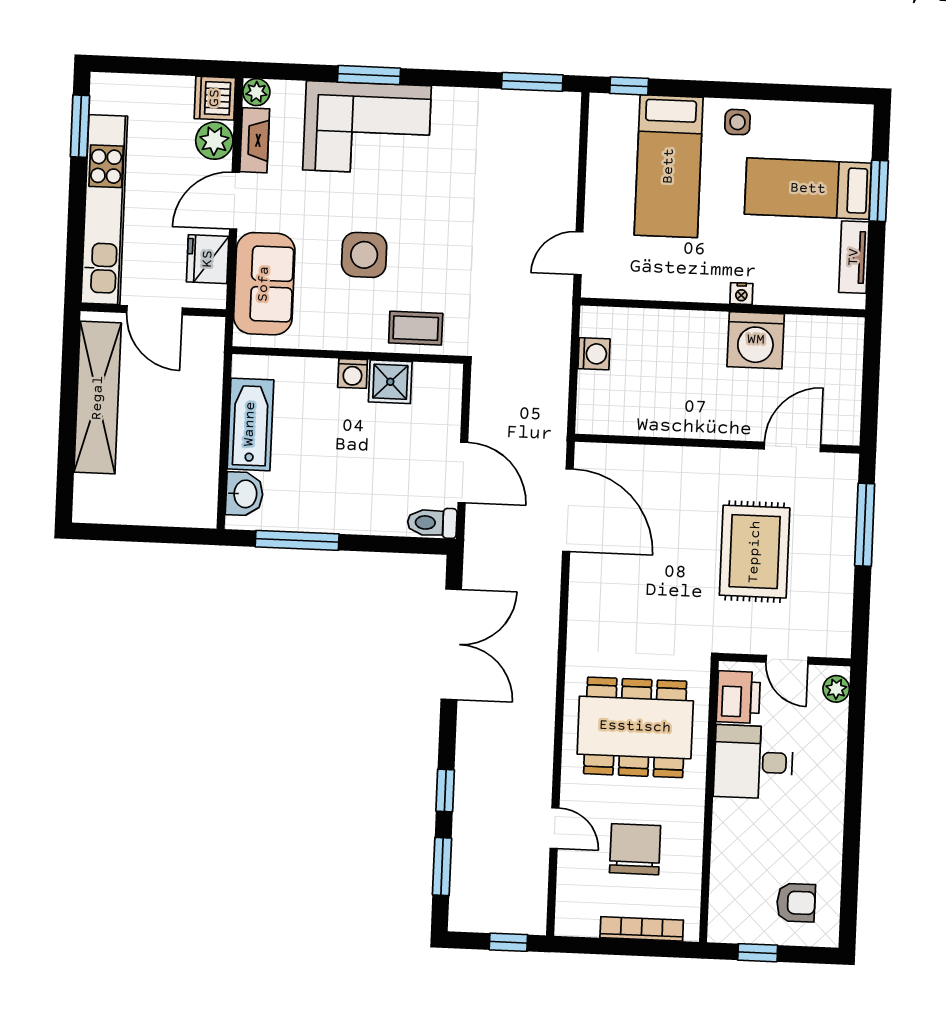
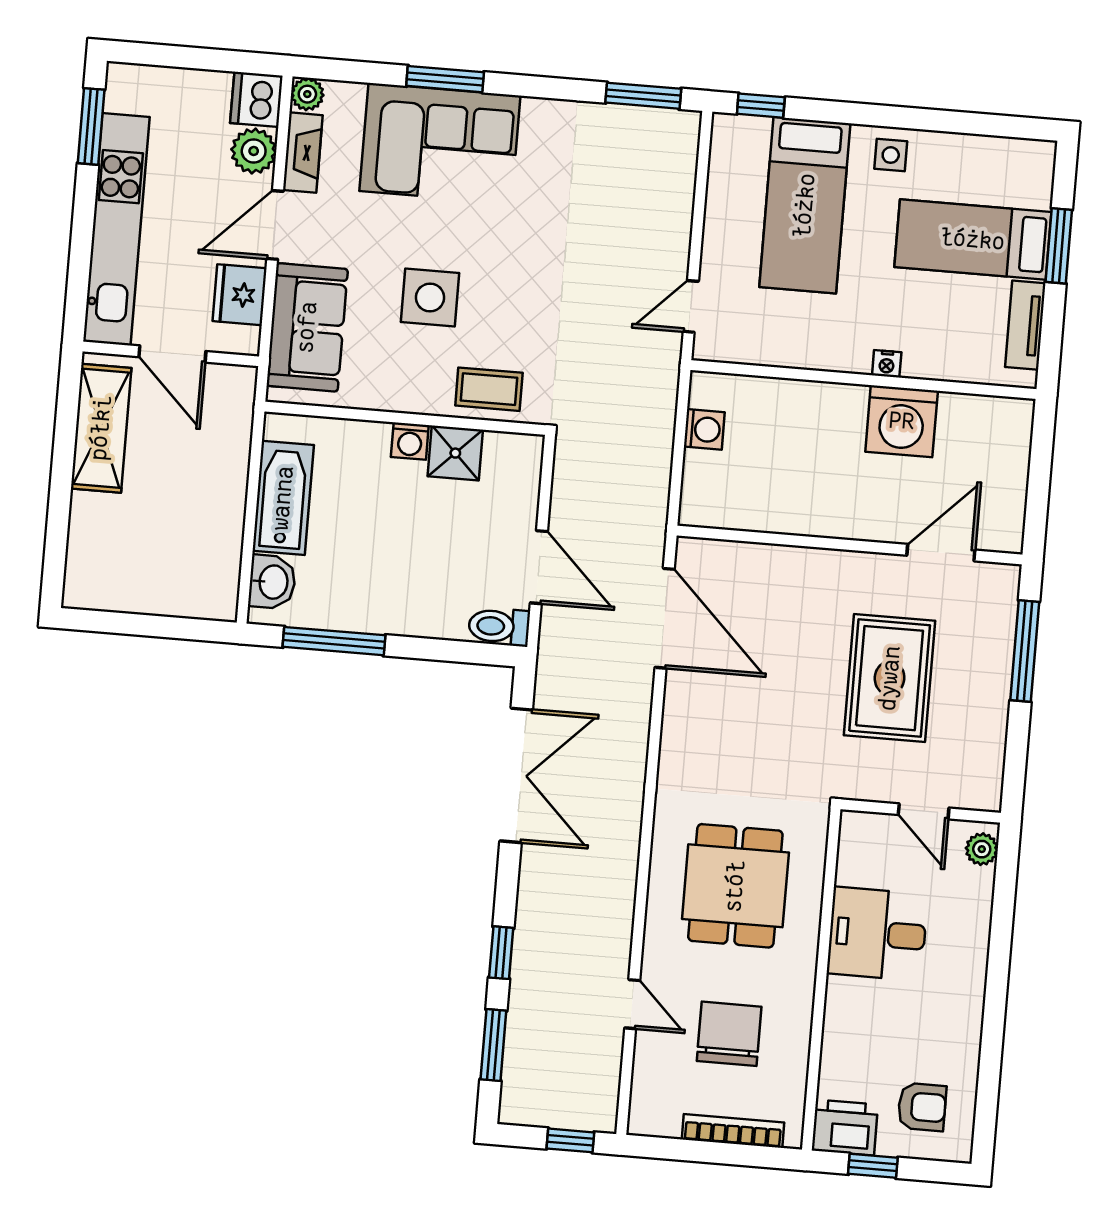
shelving: (98, 398) -> (101, 428), width x0.68
printer: (738, 697) -> (845, 1127), moved, turned -90
dining table: (635, 727) -> (735, 886), width x0.73

